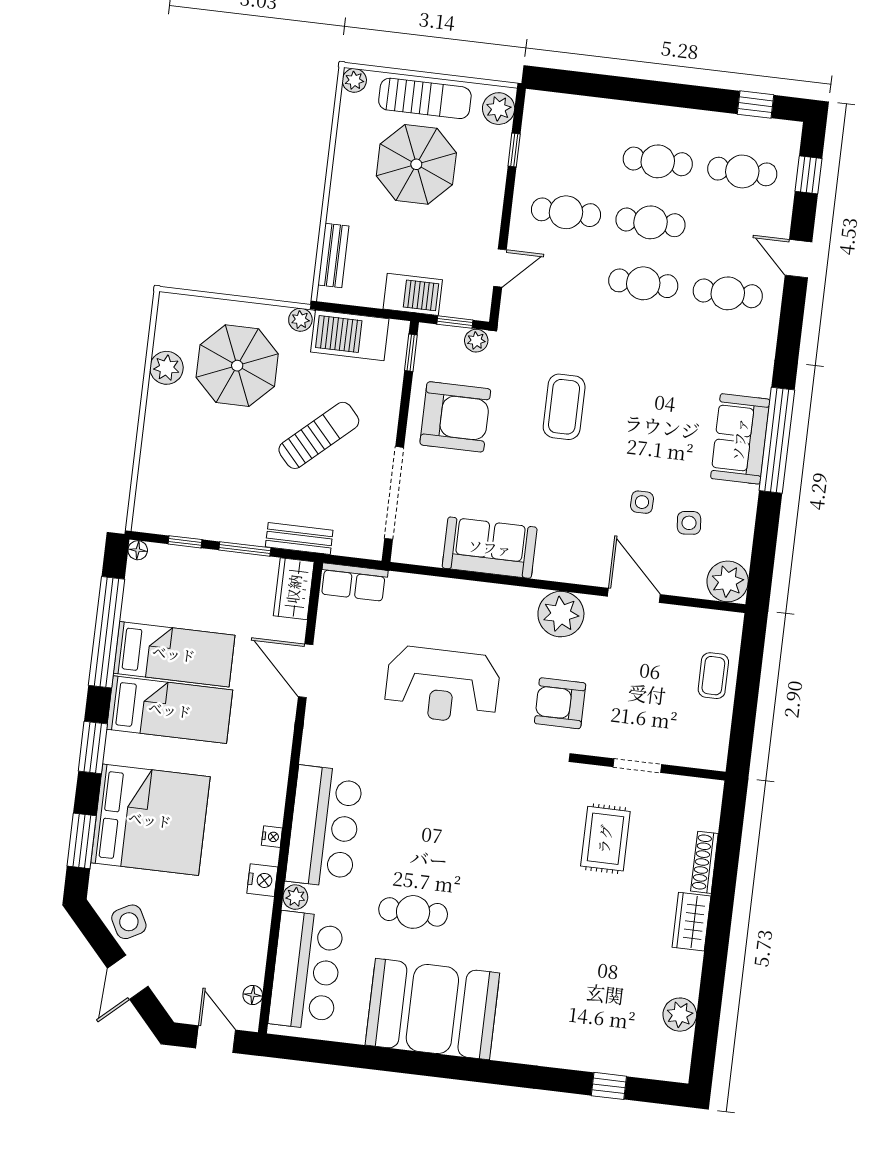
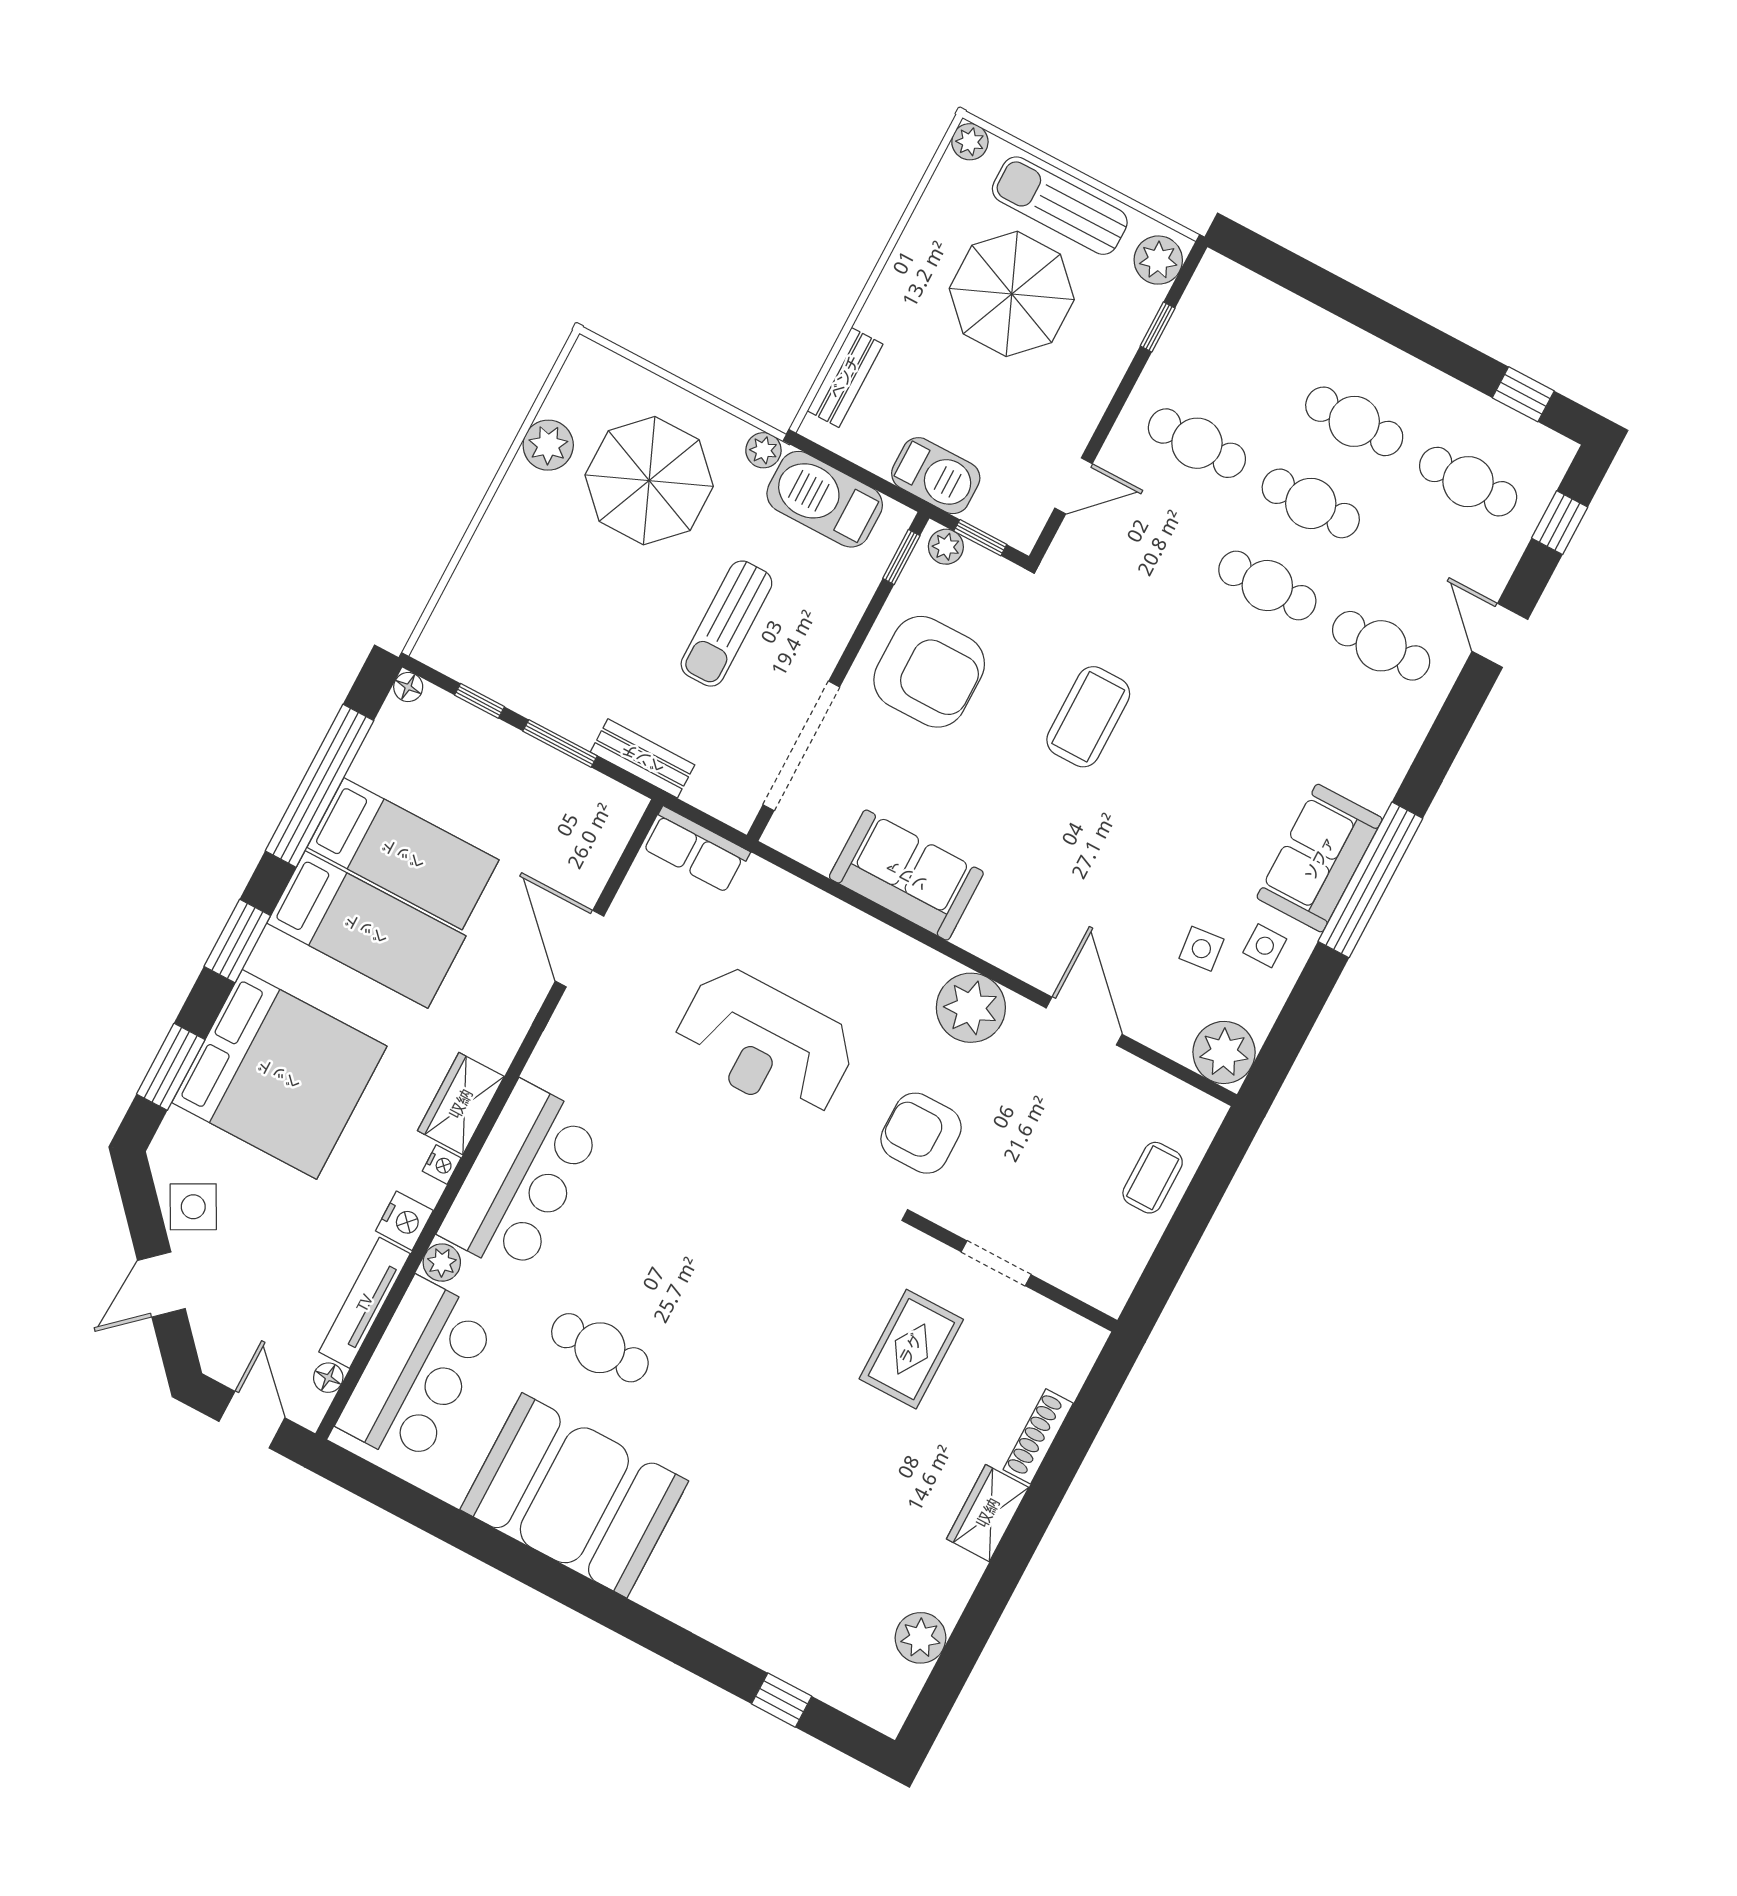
sun lounger: (425, 98) -> (1060, 206), turned 180
plant: (476, 341) -> (946, 547), moved
sun lounger: (319, 435) -> (726, 624), turned 132
side table: (642, 502) -> (1265, 946), moved
wardrobe: (294, 589) -> (461, 1104), moved
tv unit: (257, 940) -> (365, 1303), added

